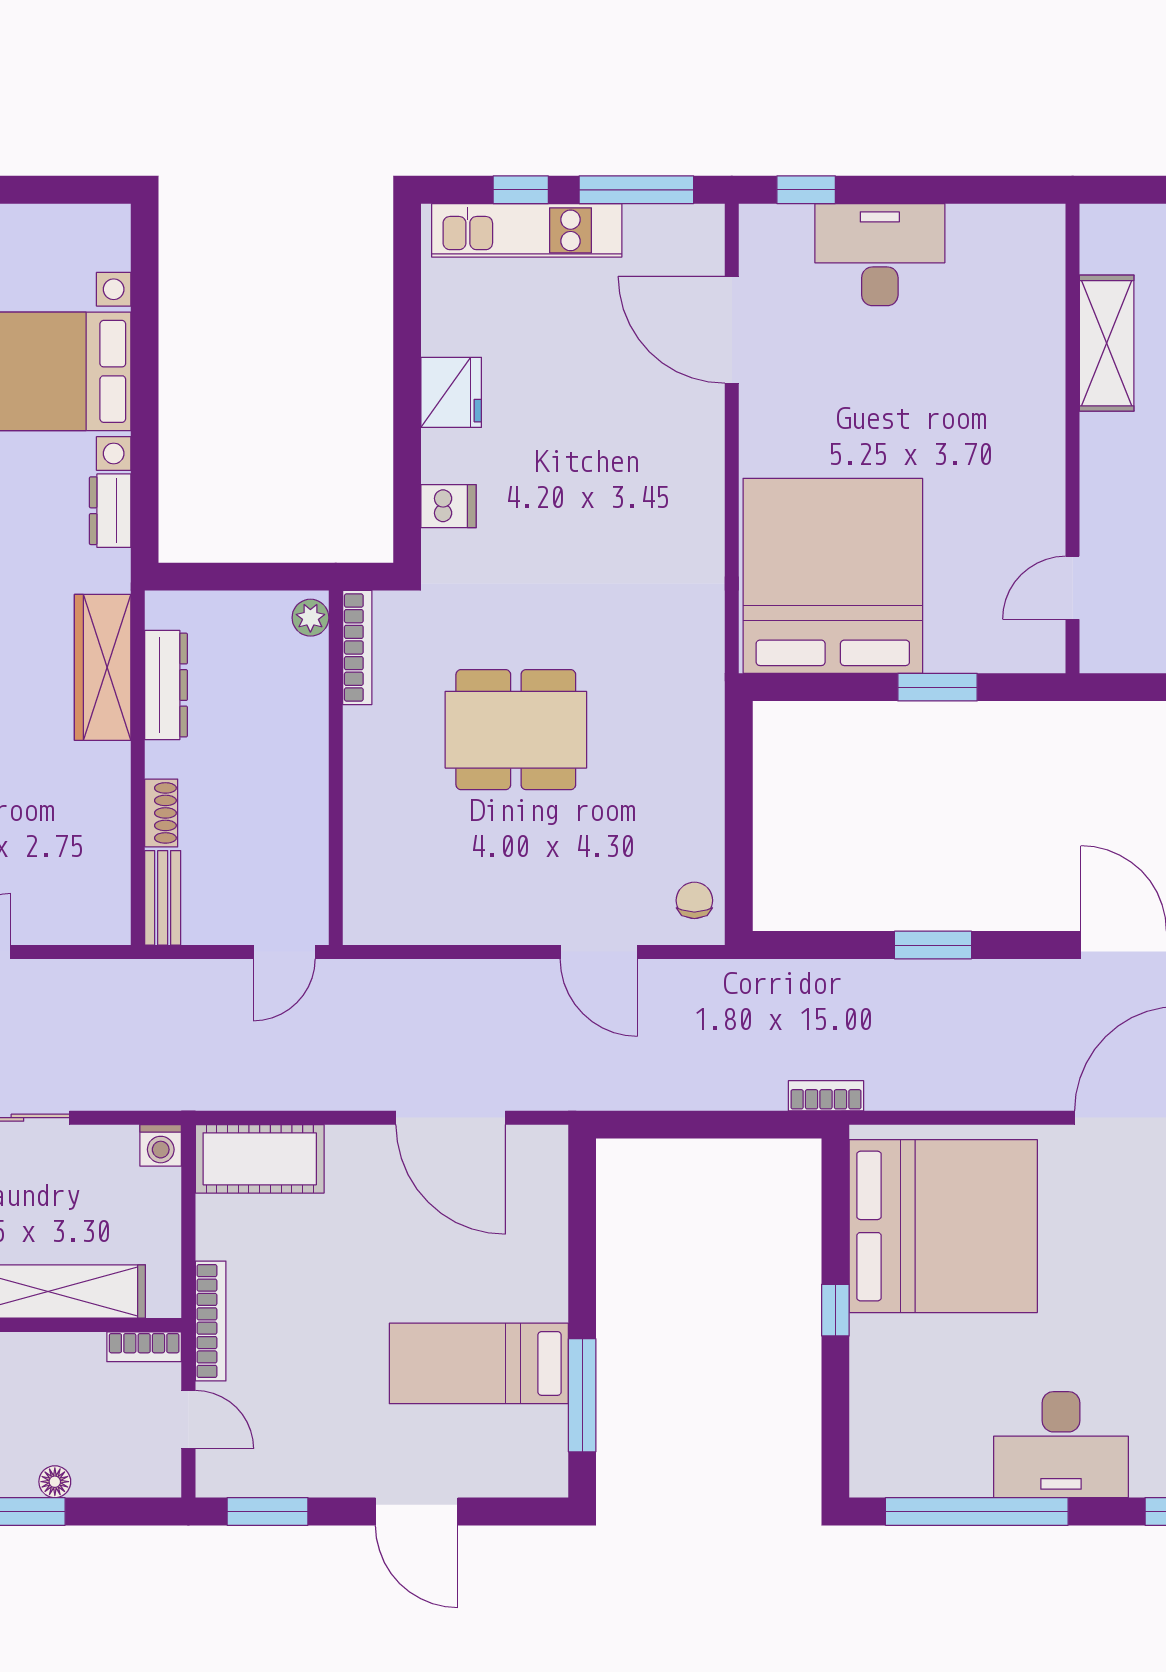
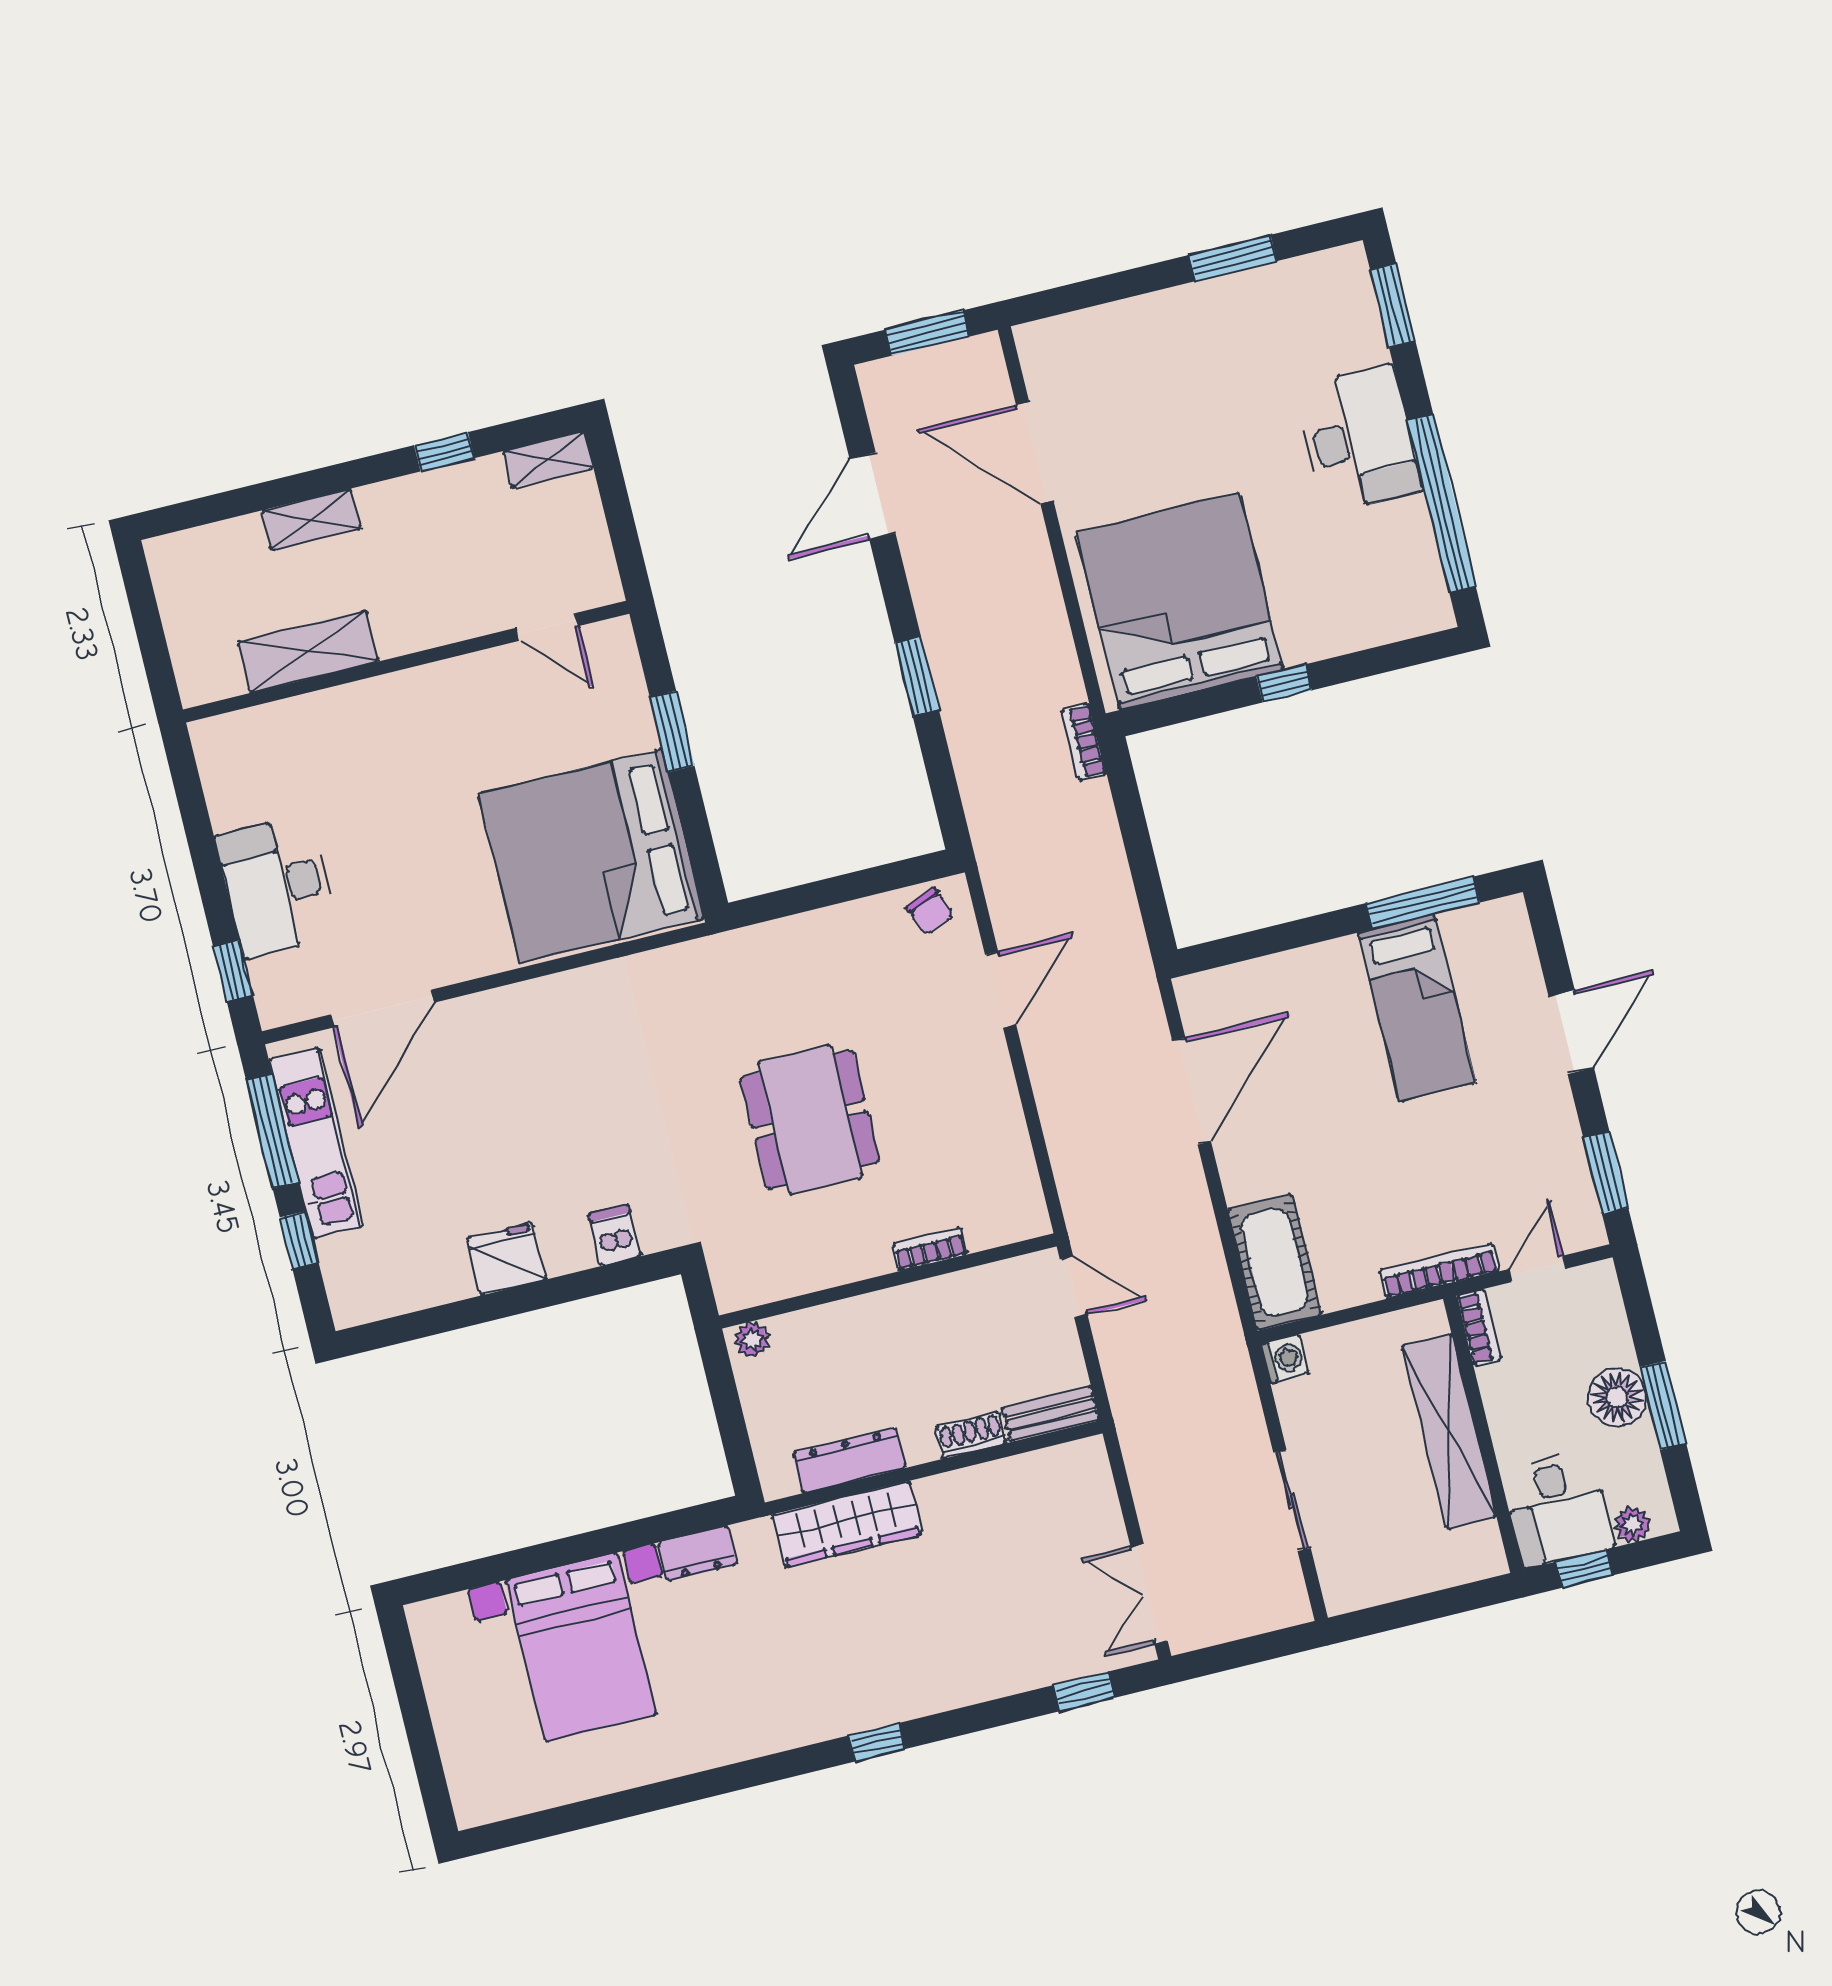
kitchen unit: (527, 230) -> (316, 1143), moved
bookcase: (357, 647) -> (930, 1249), moved, width x0.64
chair: (694, 900) -> (930, 912), turned -111
floor lamp: (55, 1482) -> (1617, 1397), width x1.89, depth x1.89

